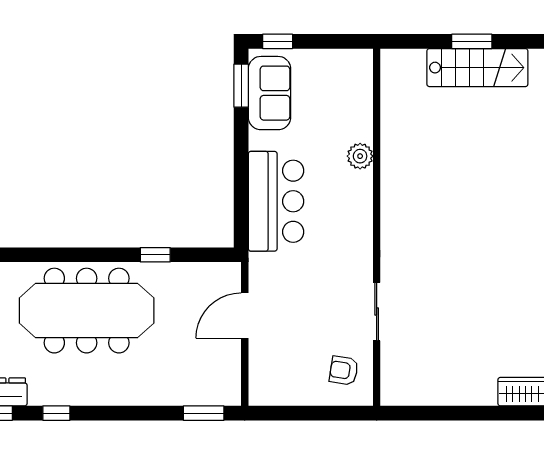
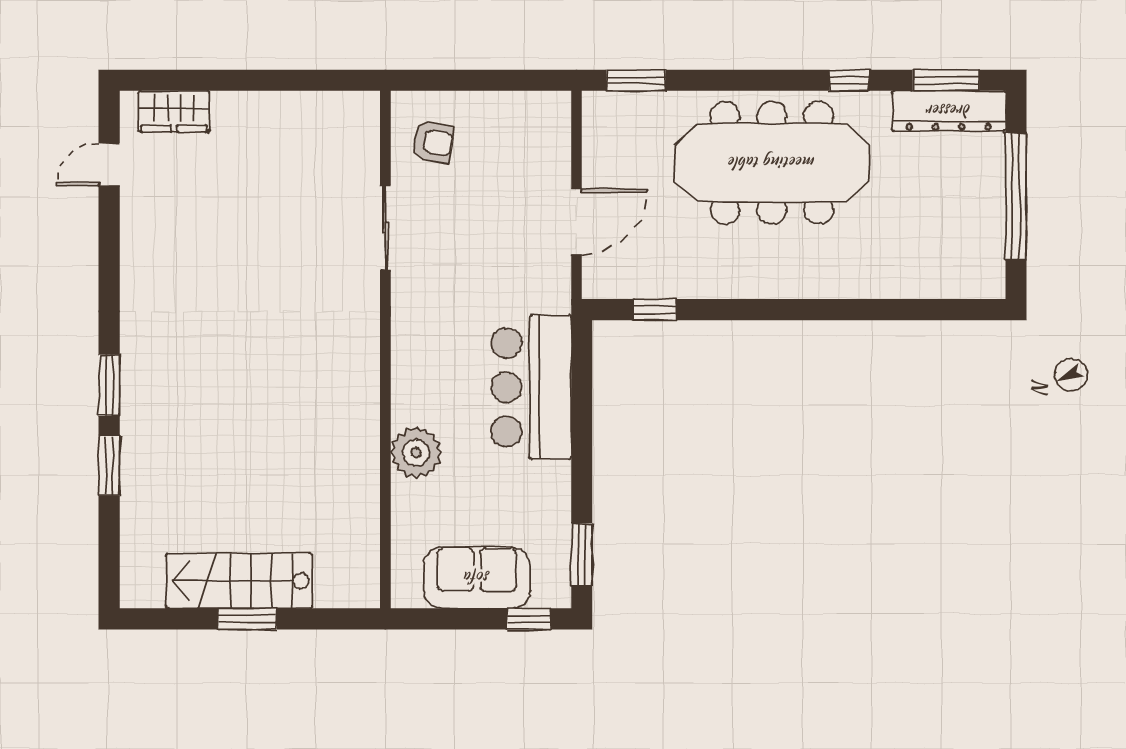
sofa: (269, 93) -> (477, 578), moved, turned 90
plant: (360, 156) -> (416, 453), width x1.36, depth x1.36
window: (155, 255) -> (655, 310), moved
meeting table: (87, 311) -> (772, 163), moved

